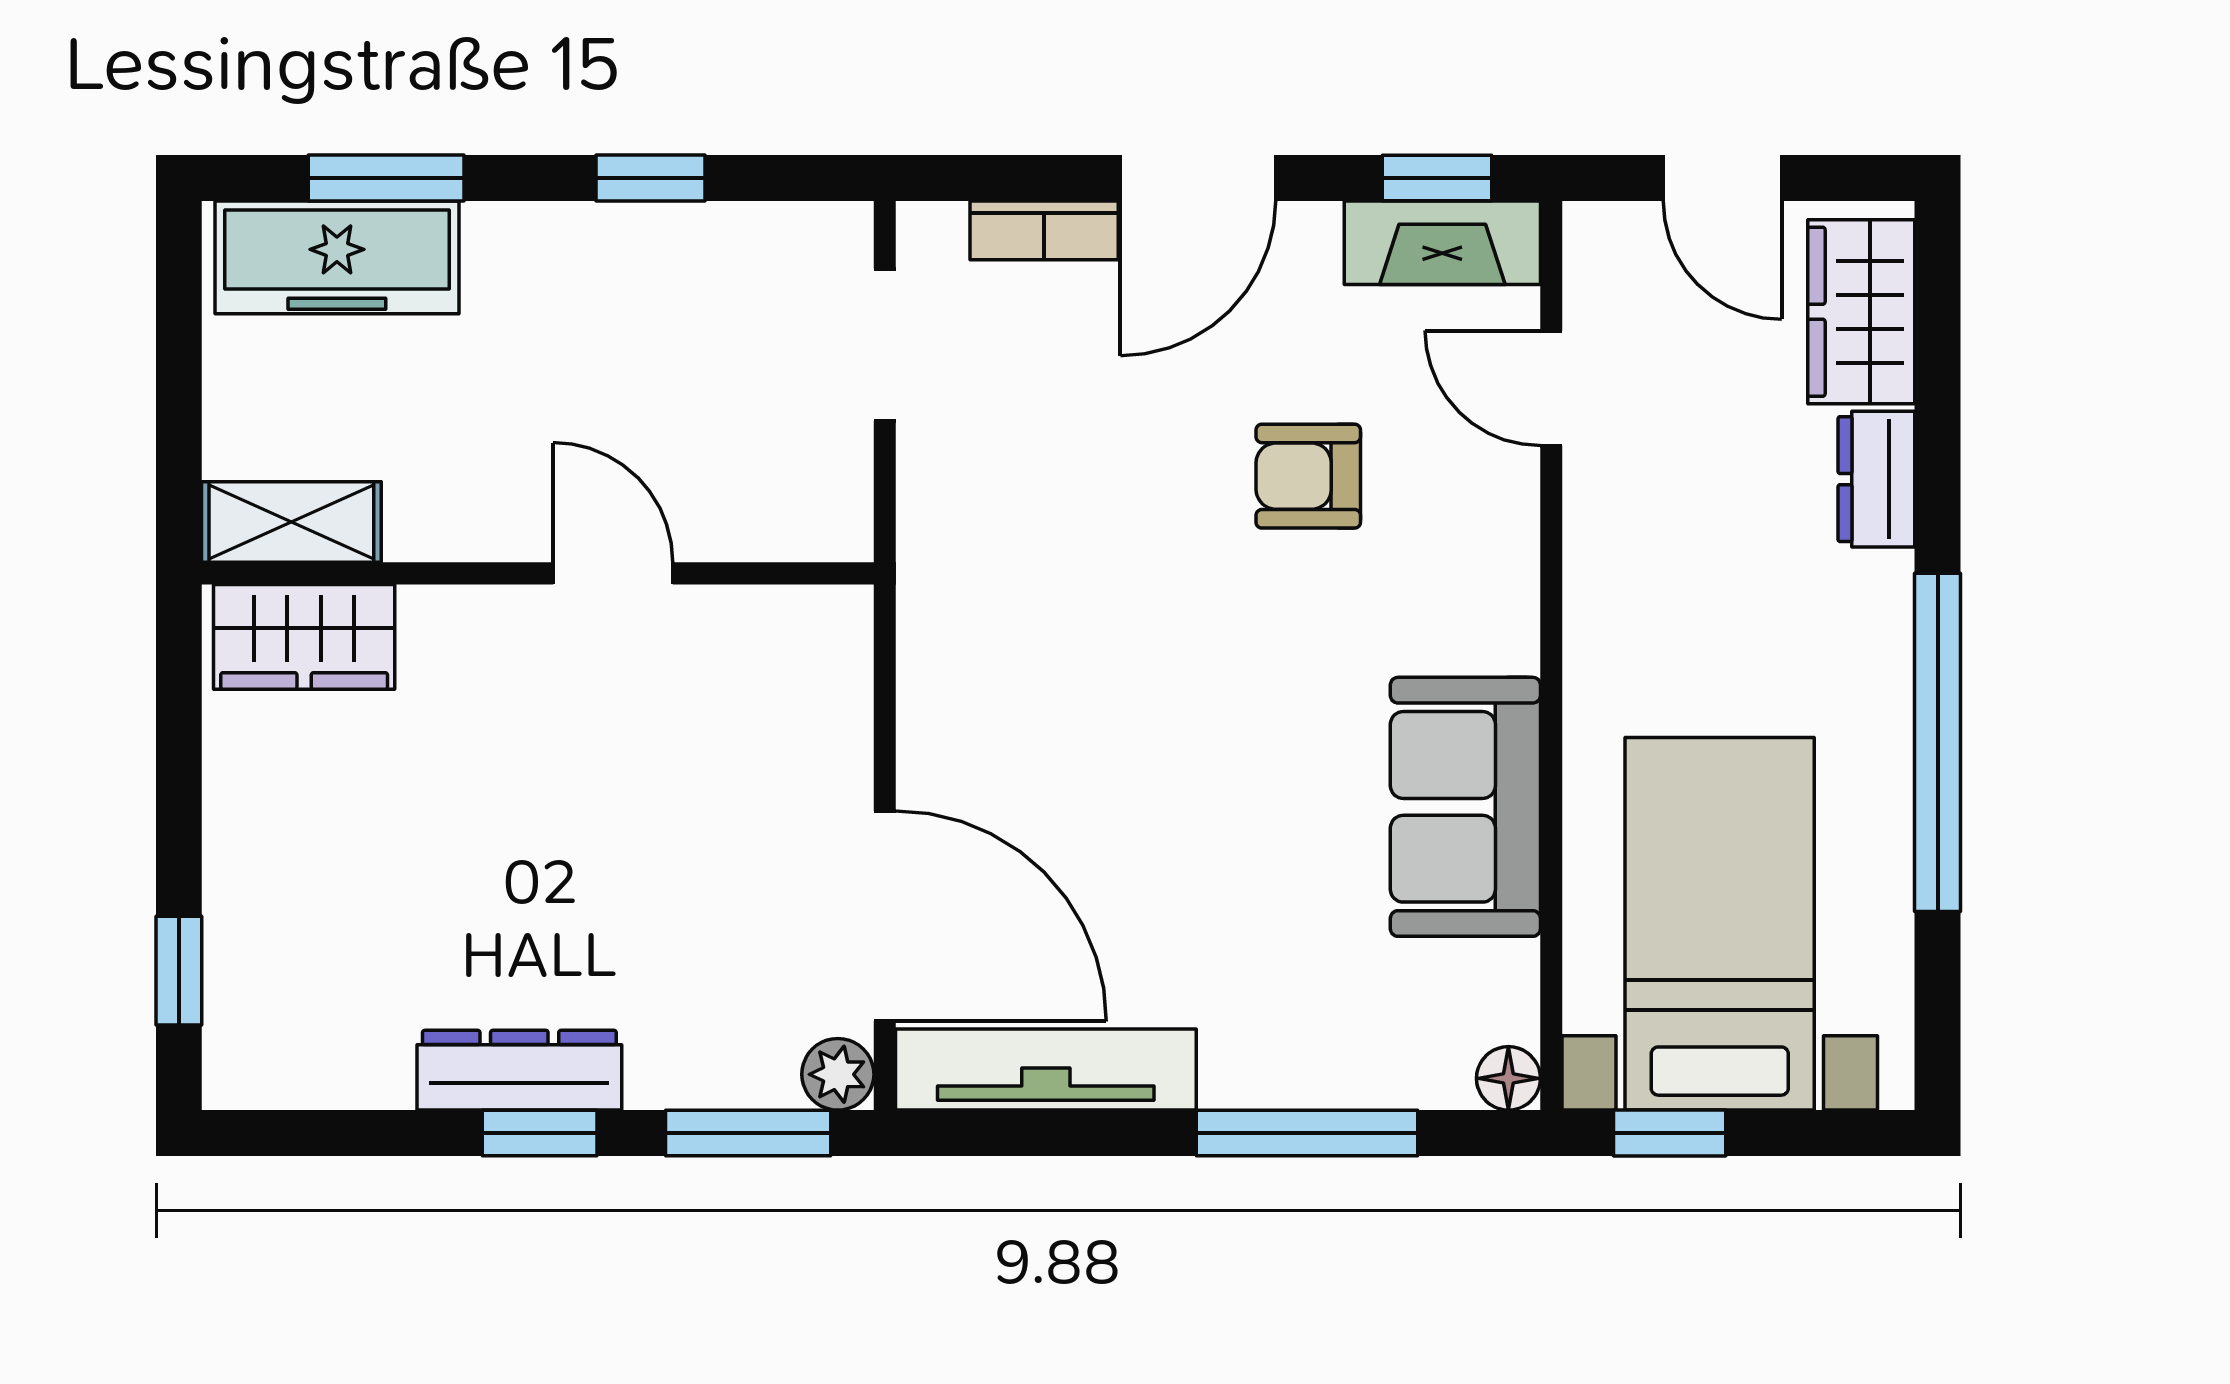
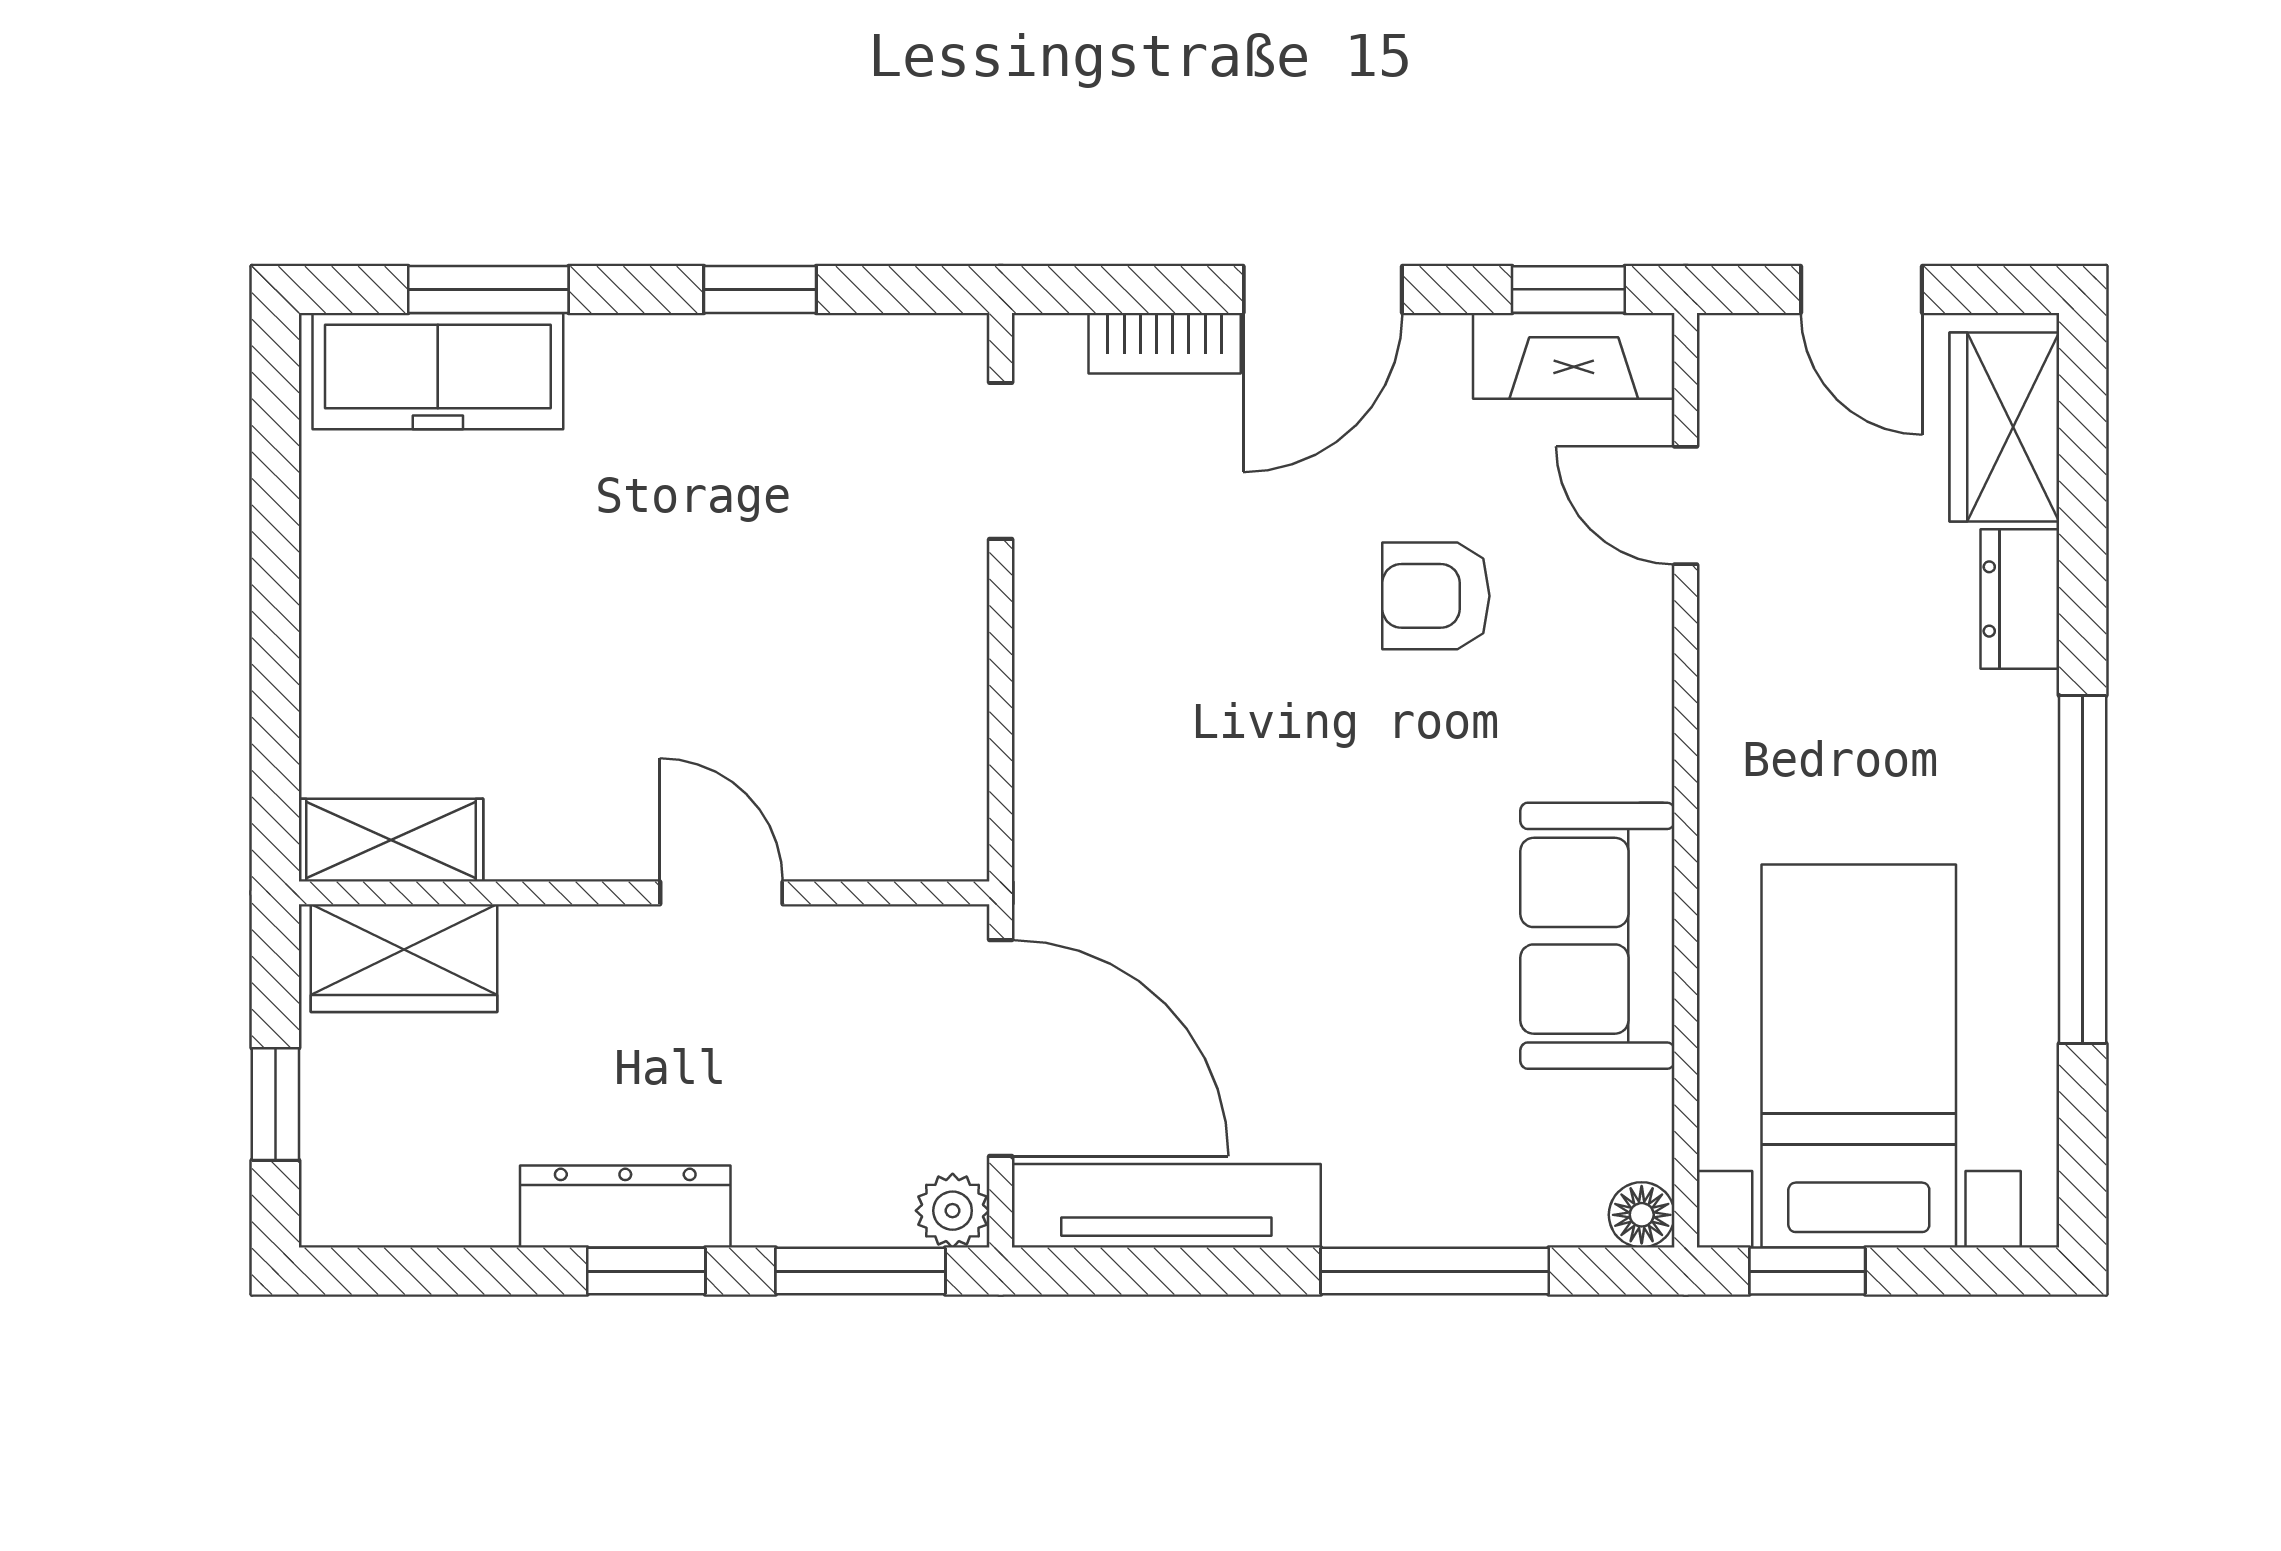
shelving: (291, 522) -> (391, 840), moved
wall: (538, 573) -> (644, 893), moved
door: (613, 573) -> (721, 893), moved
wardrobe: (304, 637) -> (404, 958), moved

